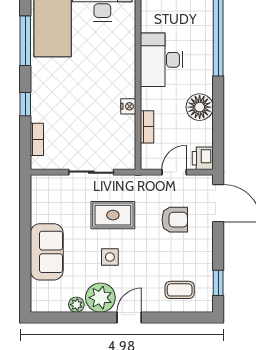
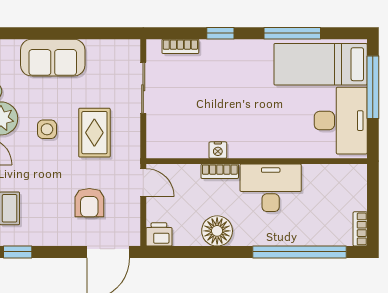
bookcase: (147, 127) -> (220, 171), moved
sliding door: (91, 172) -> (143, 88), moved
door: (174, 172) -> (143, 183), moved

